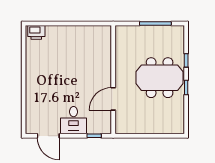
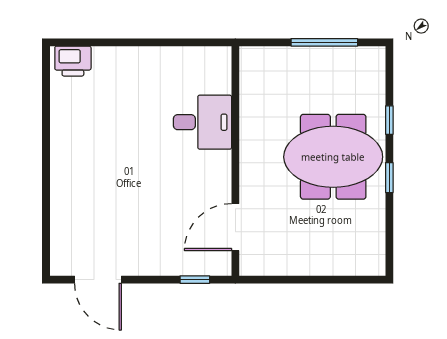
door: (113, 99) -> (235, 227), moved
desk: (73, 120) -> (202, 122), moved, turned -90

